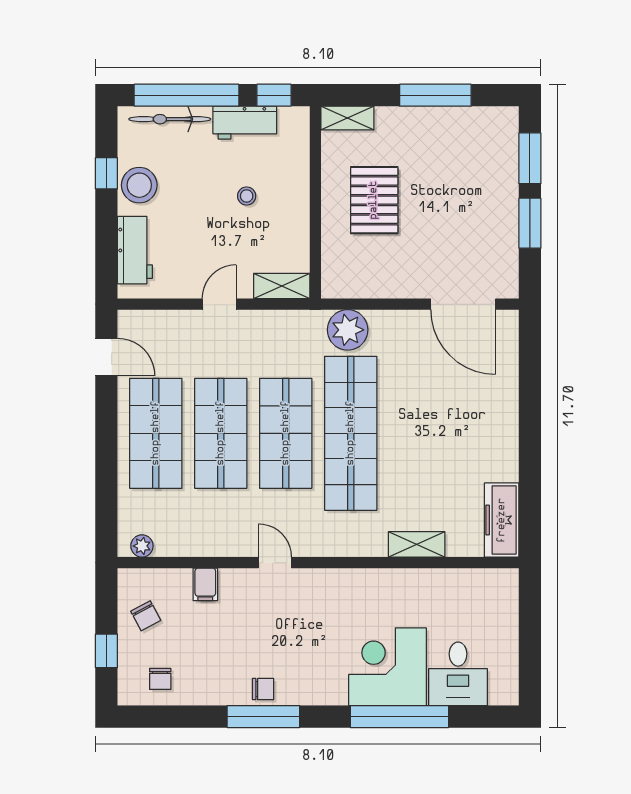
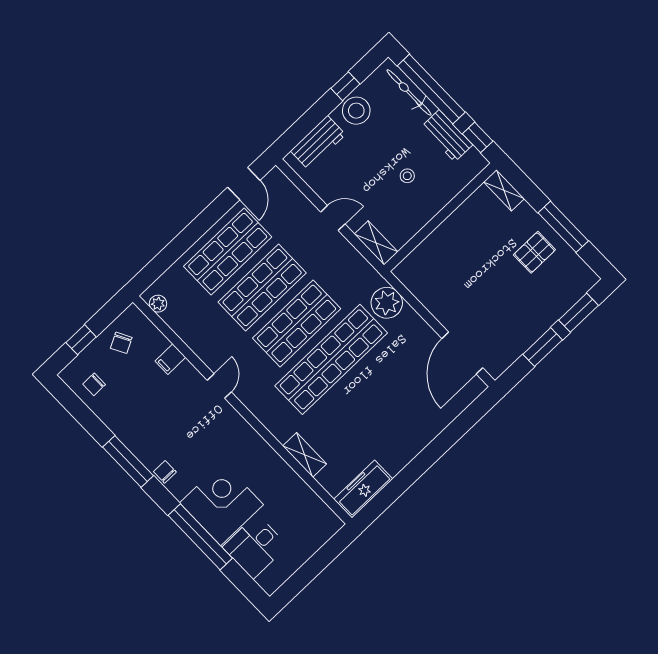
pallet: (374, 200) -> (534, 252), moved, width x0.67, depth x0.71
chair: (263, 689) -> (165, 472), moved, turned 180

